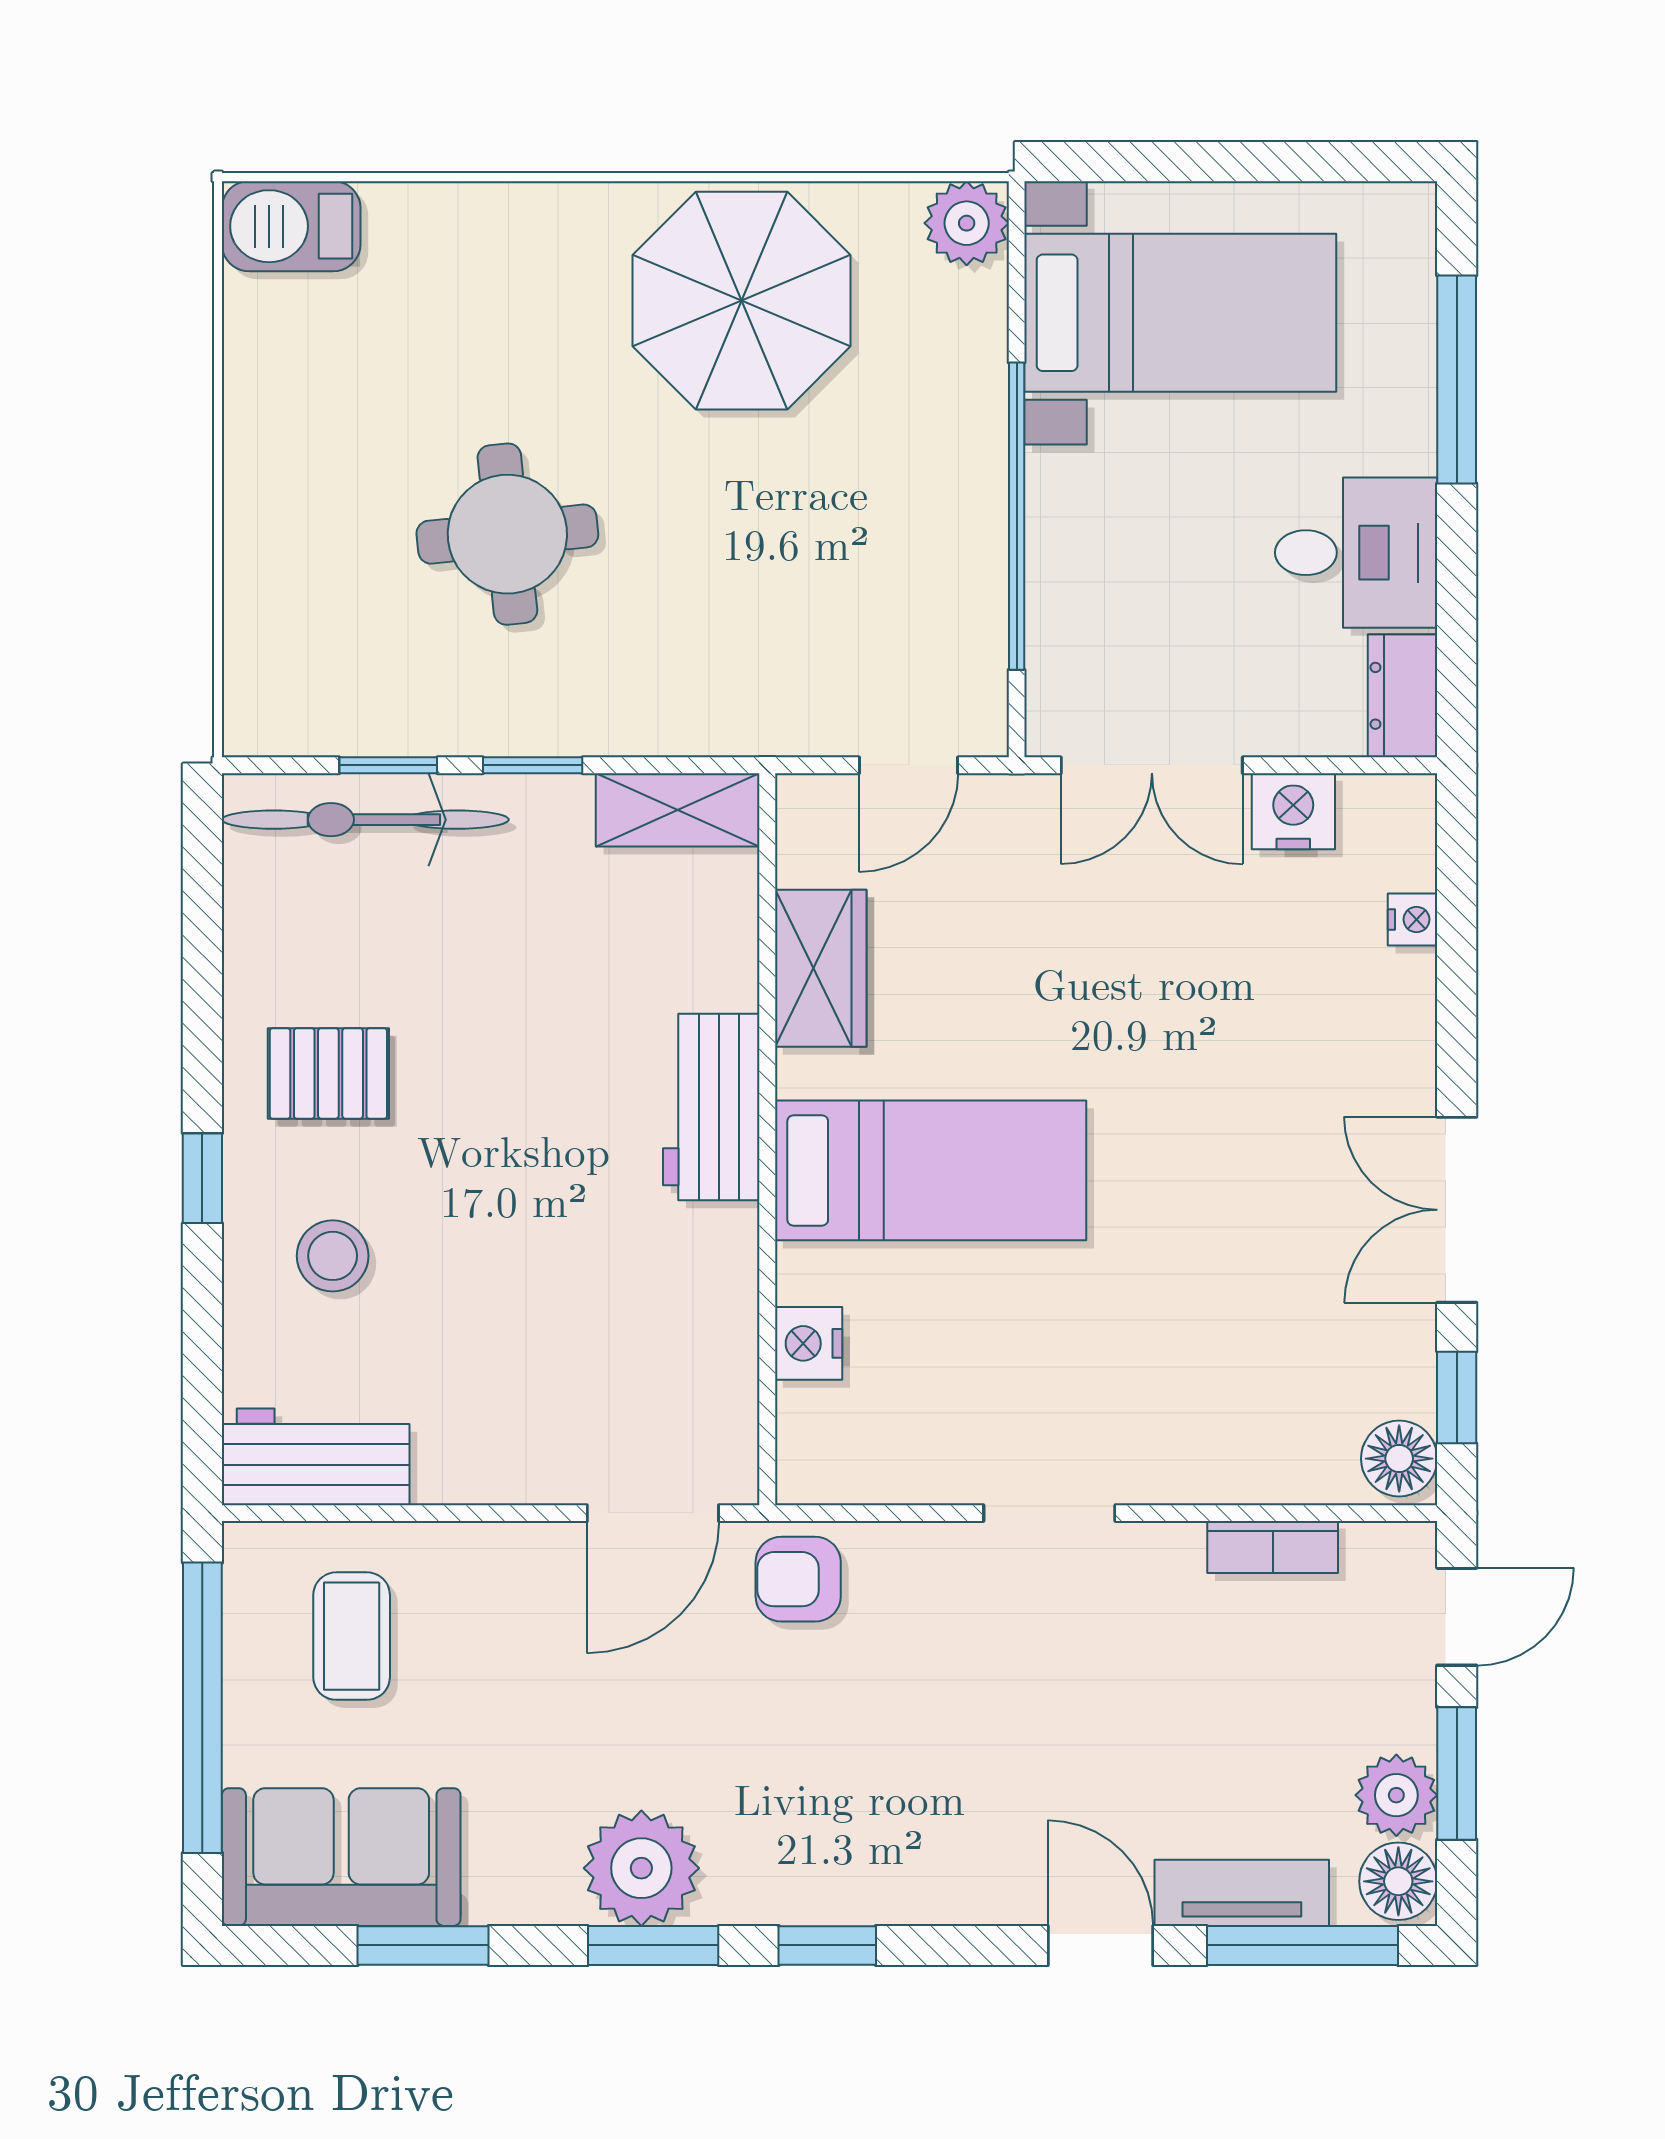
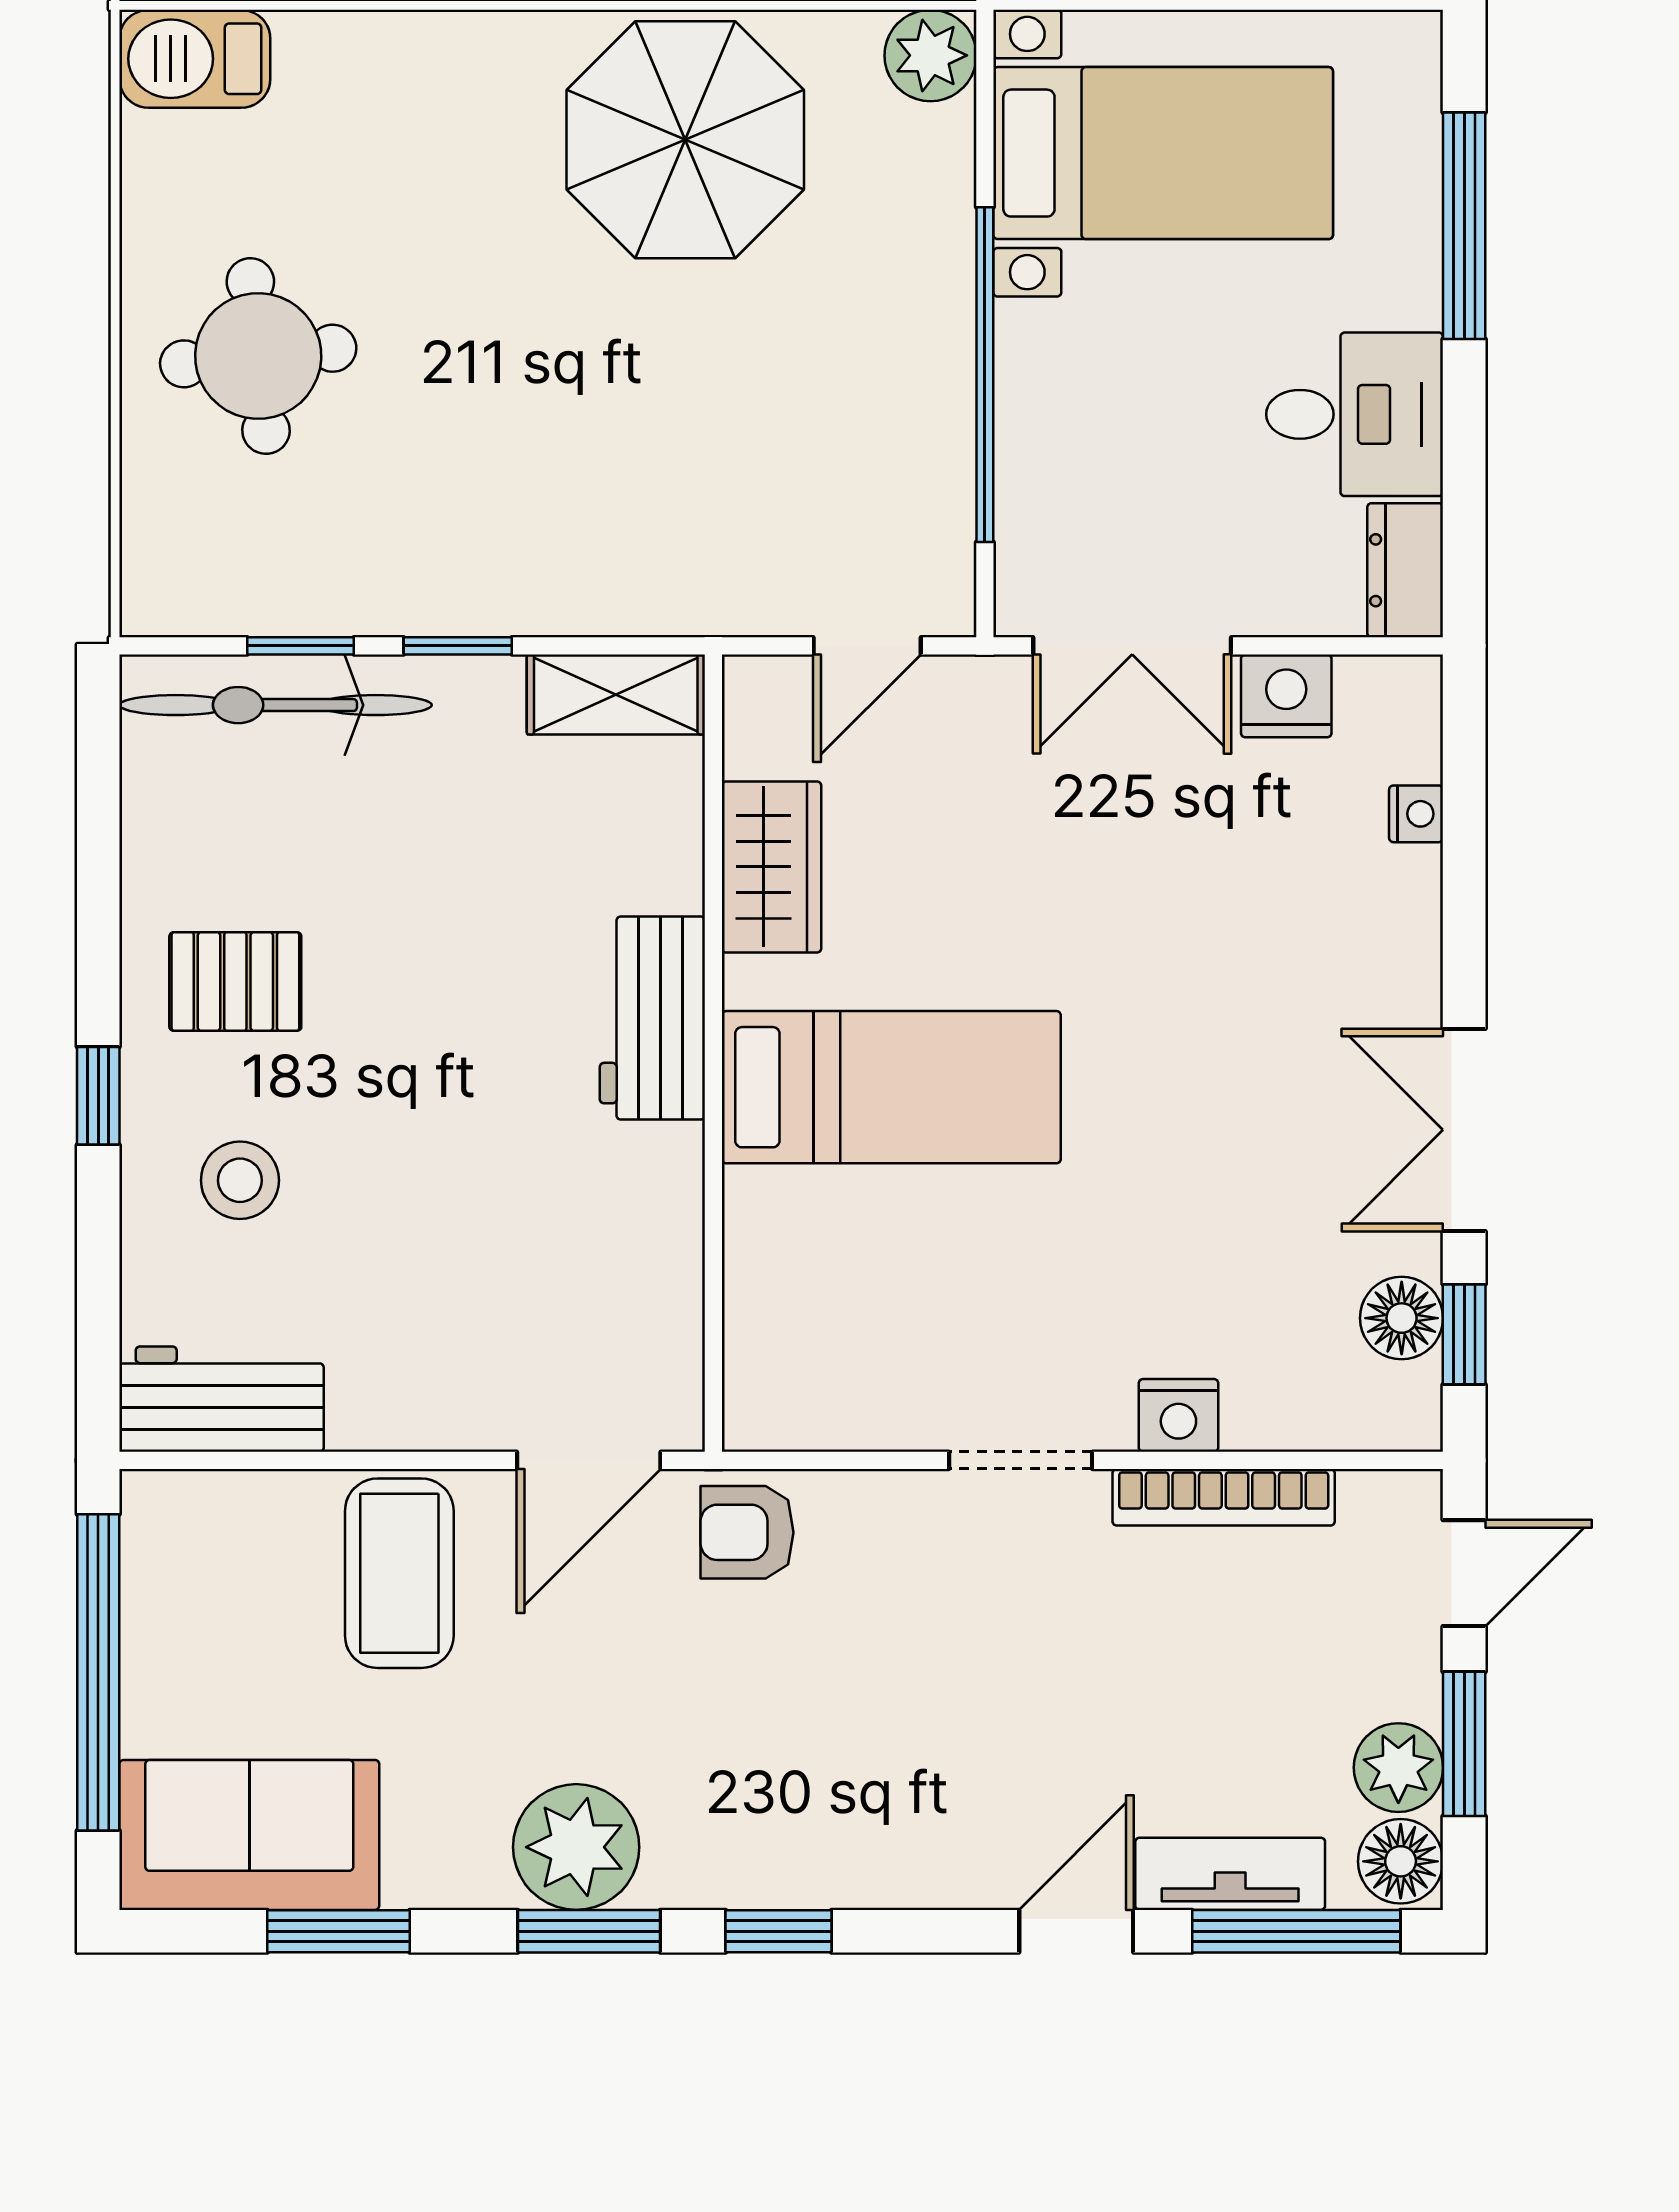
round table: (507, 534) -> (258, 356), moved
nightstand: (809, 1343) -> (1178, 1415), moved, turned -90
floor lamp: (1399, 1459) -> (1402, 1318), moved
bookcase: (1273, 1547) -> (1224, 1497), width x1.56
coffee table: (352, 1636) -> (399, 1573), moved, width x1.36, depth x1.30
door: (1100, 1945) -> (1076, 1931), hinge flipped

